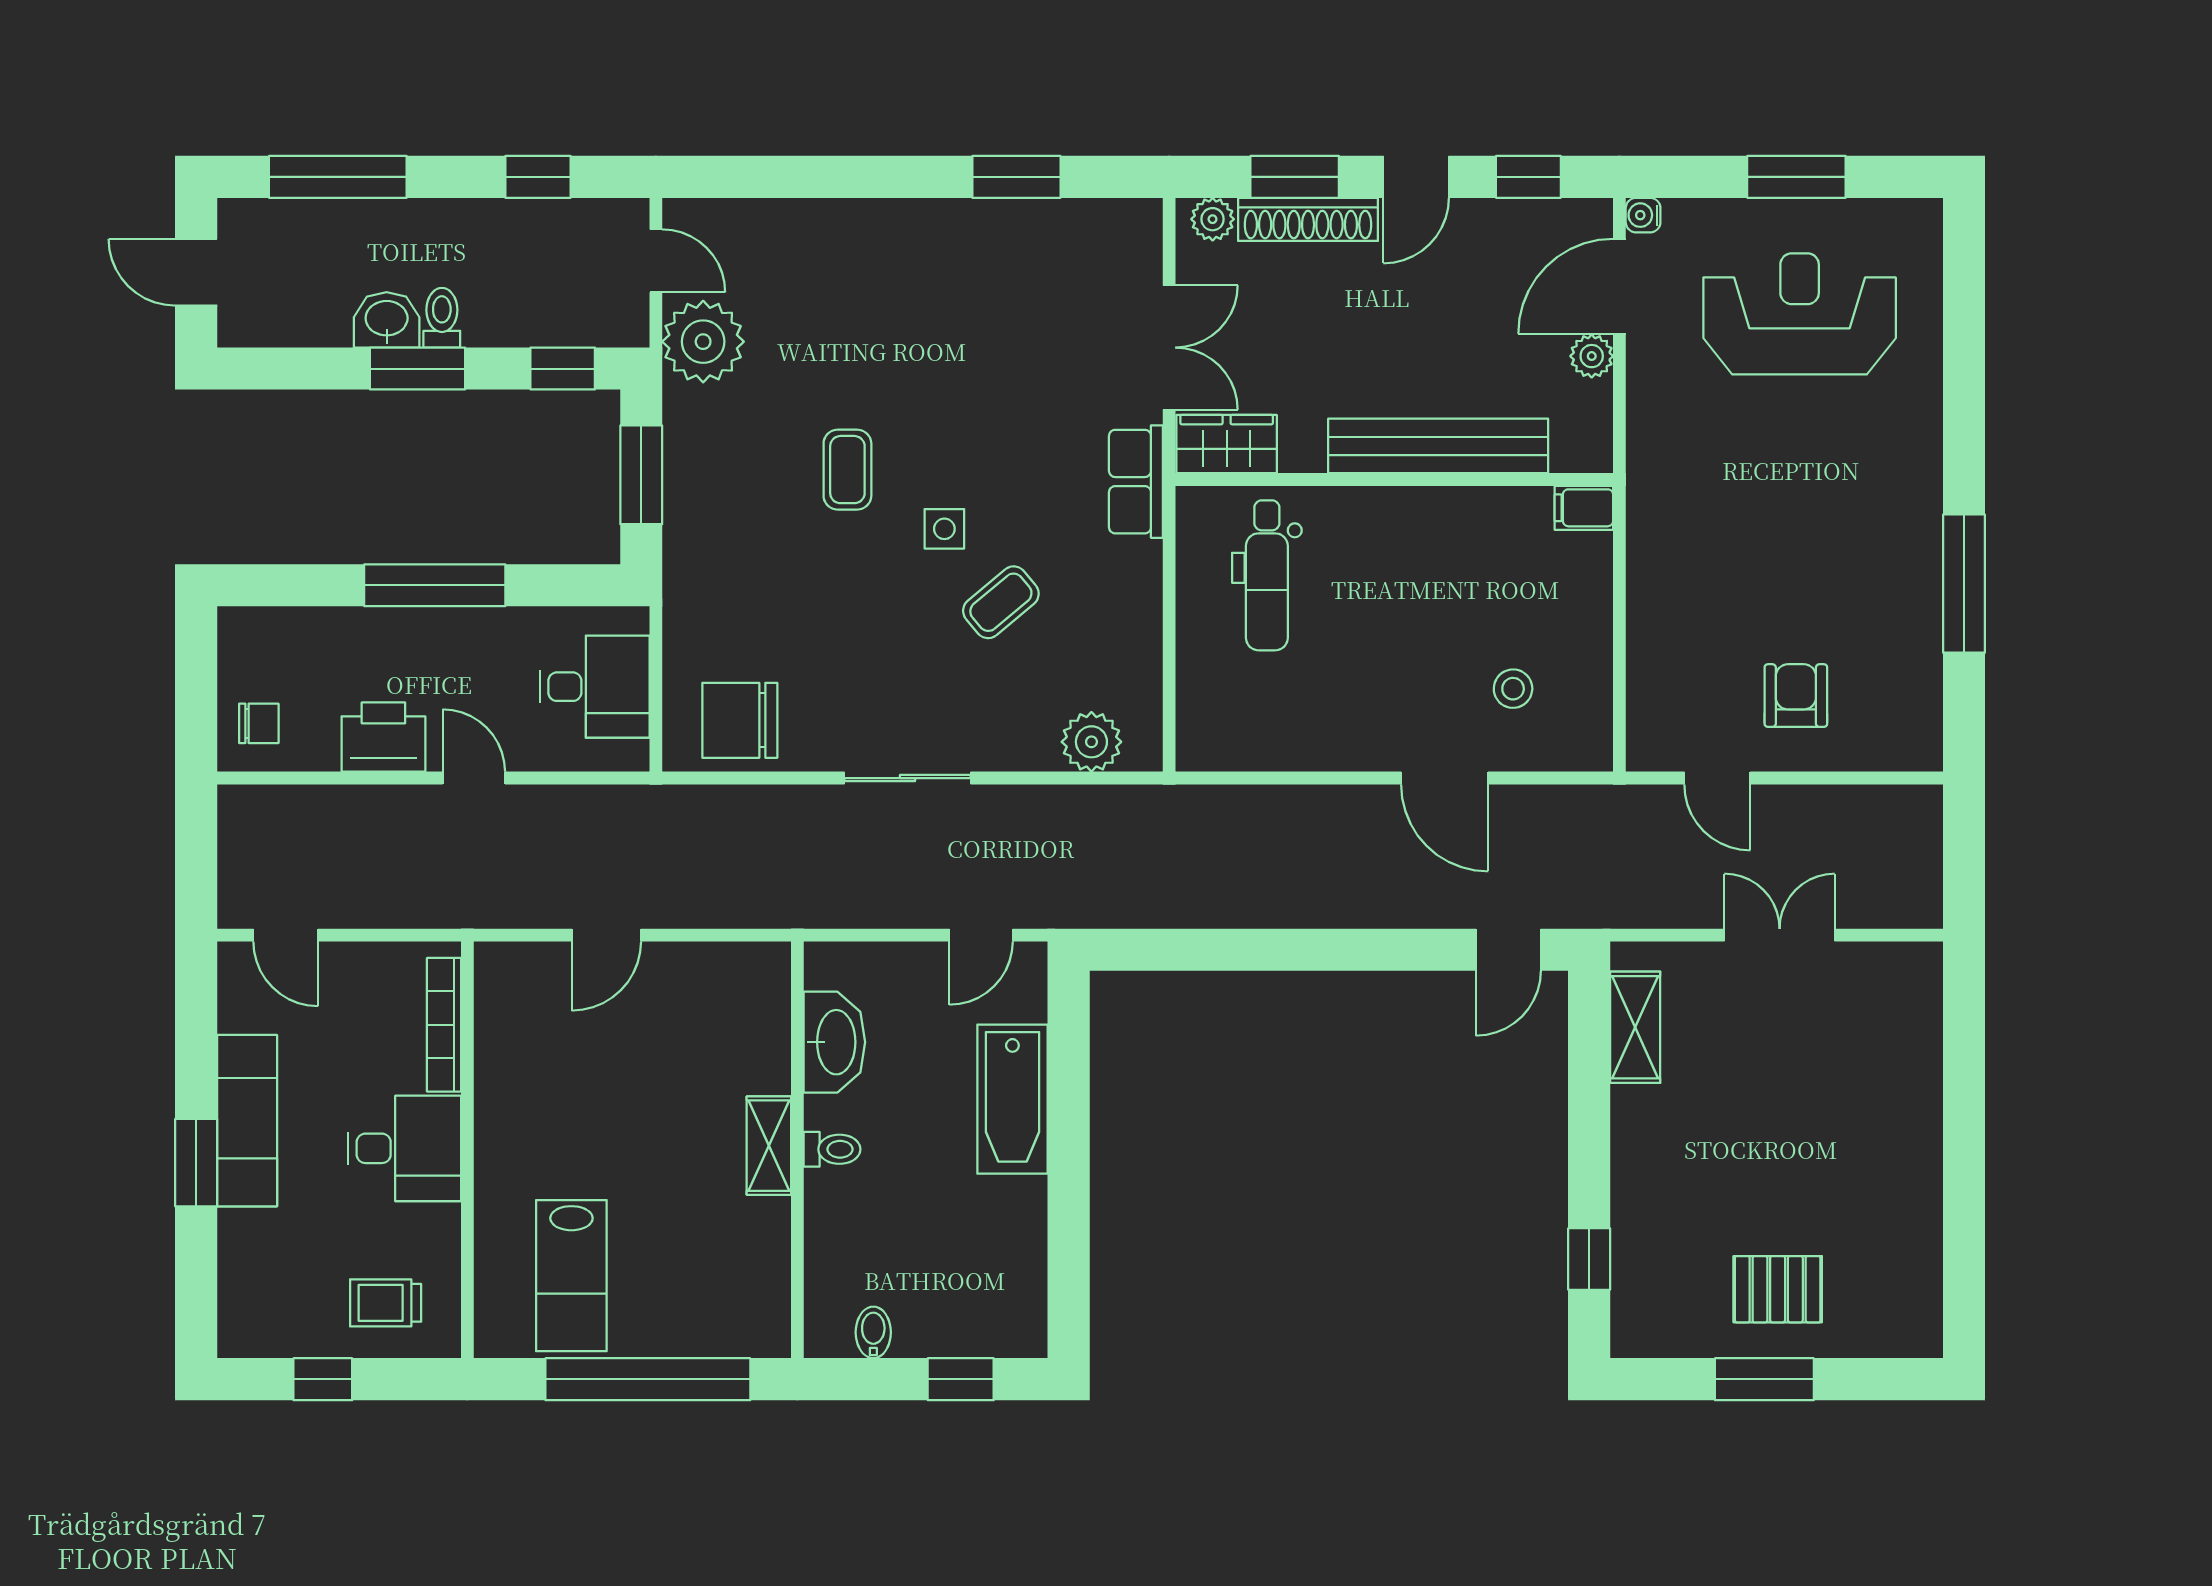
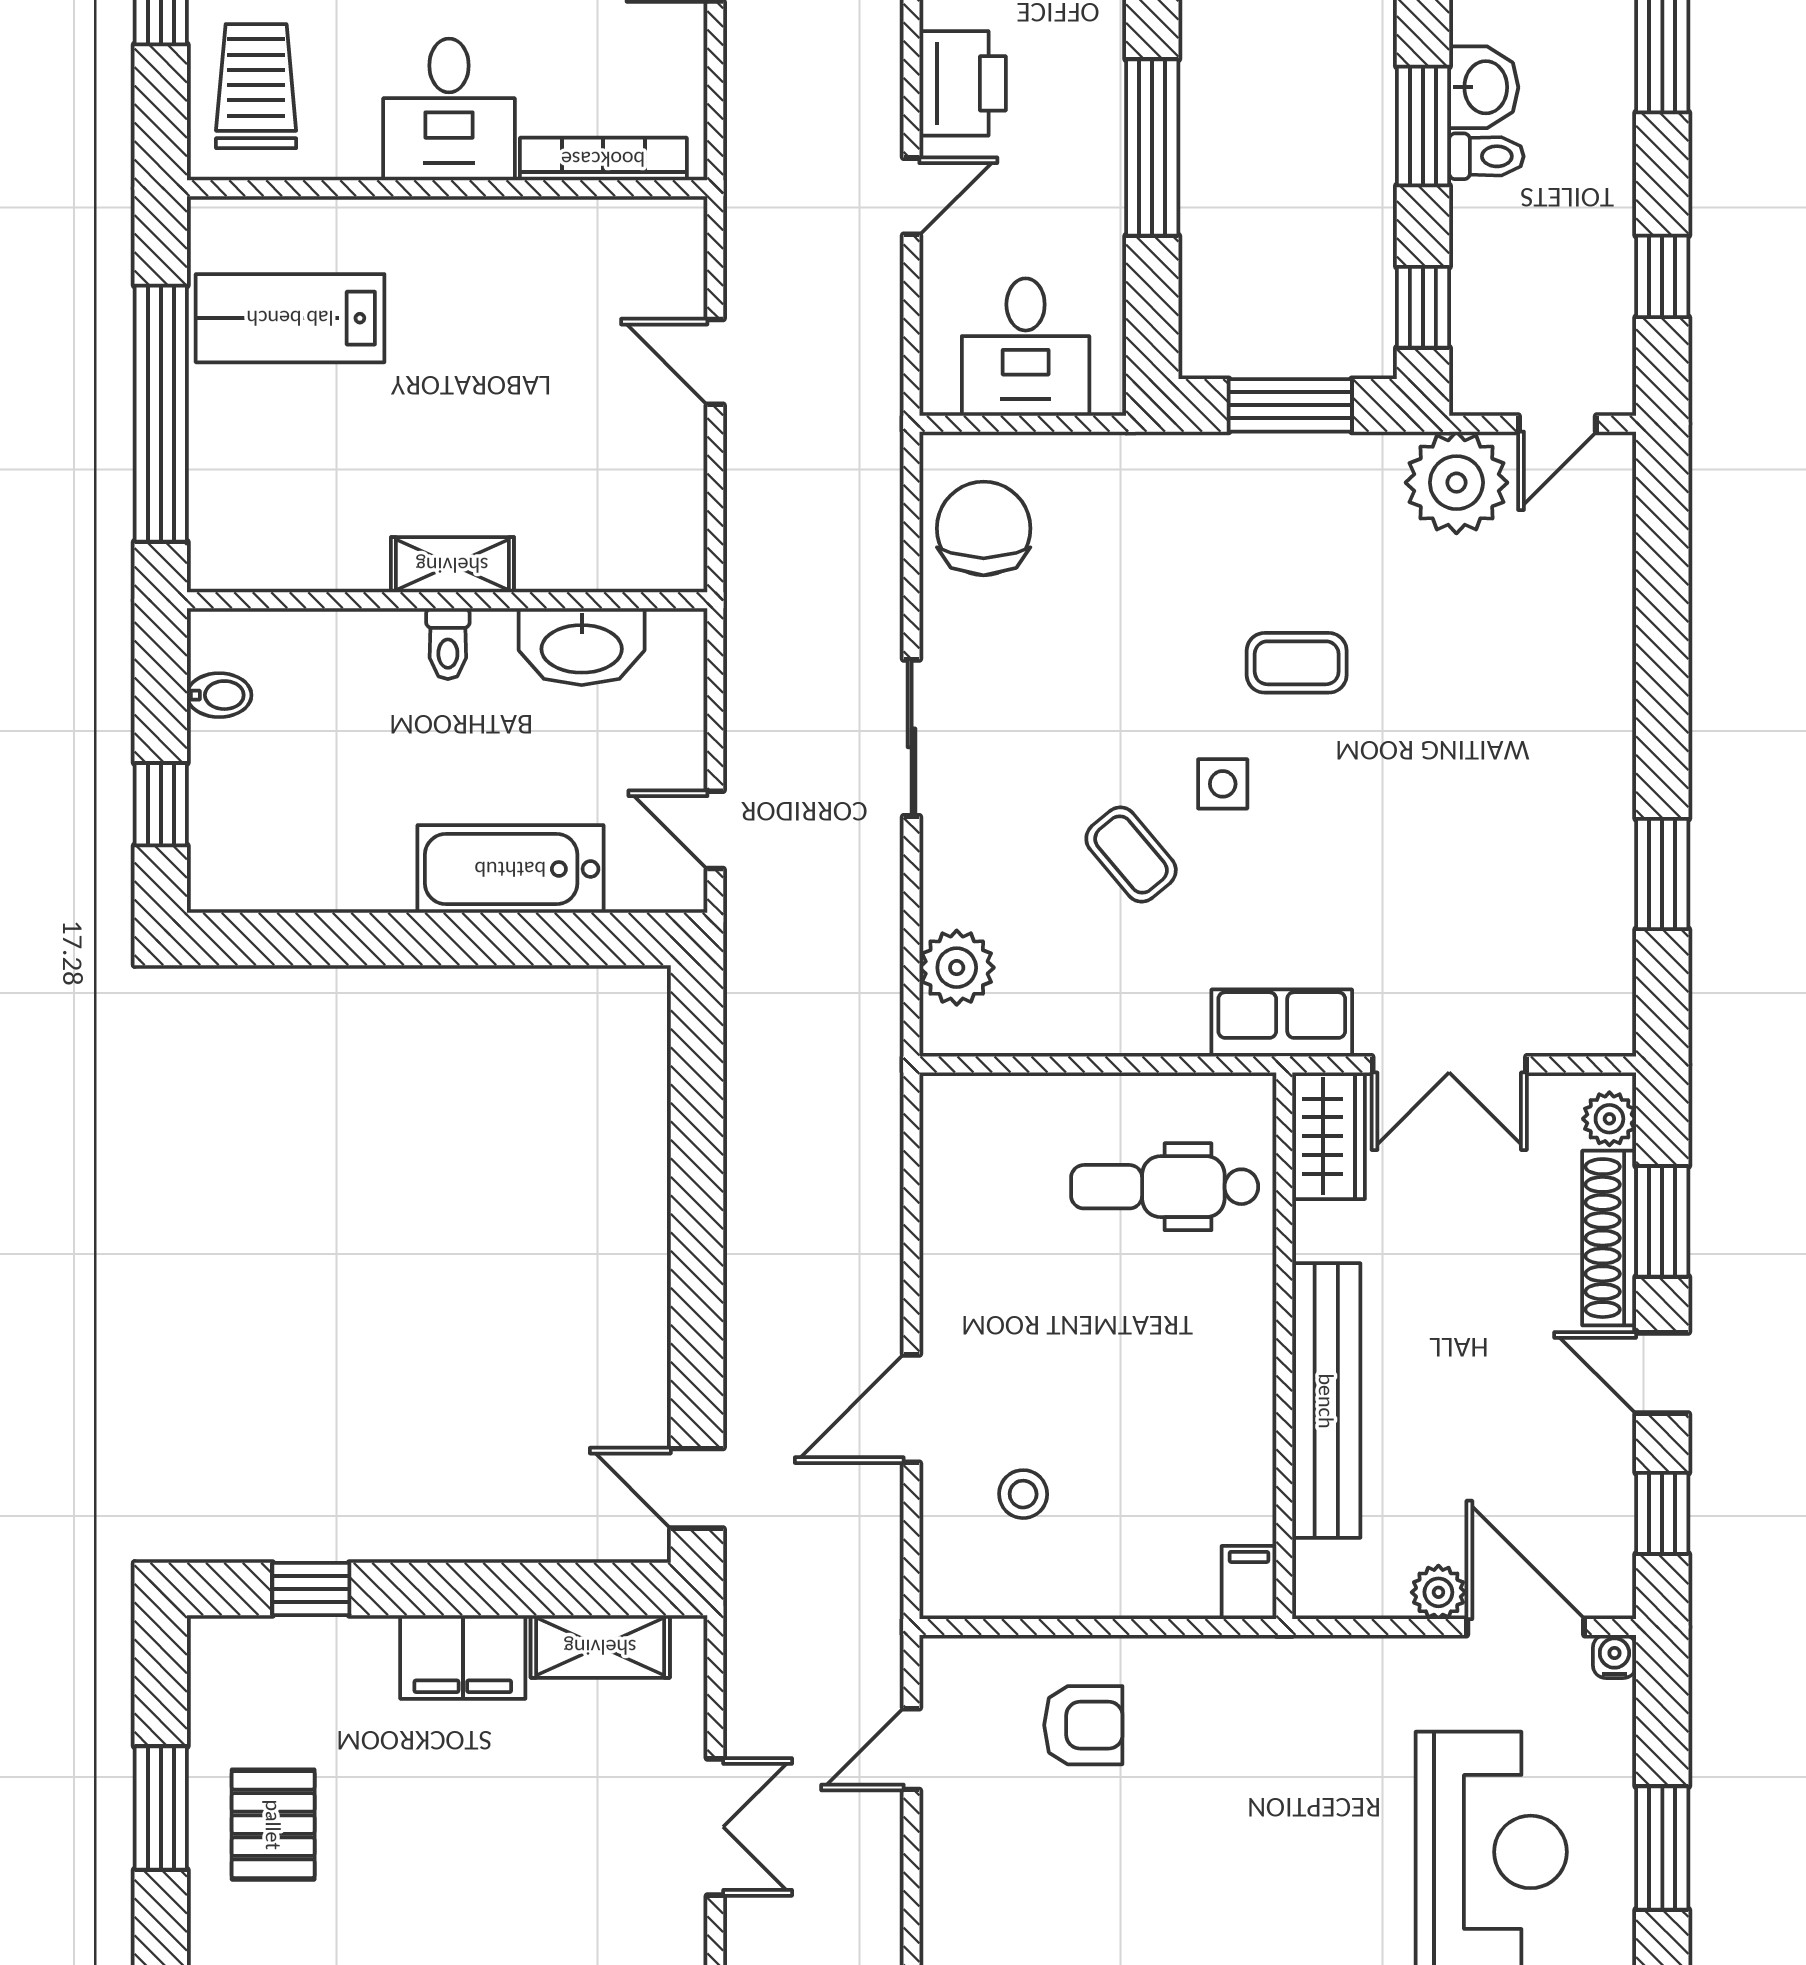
armchair: (1796, 696) -> (1083, 1725), moved
filing cabinet: (1643, 1137) -> (463, 1657), added
trolley: (386, 1303) -> (256, 86), width x1.36, depth x1.39

